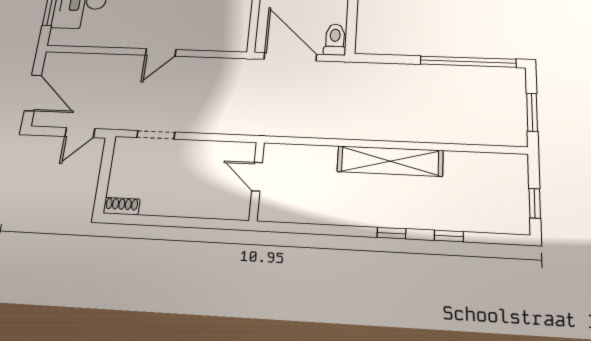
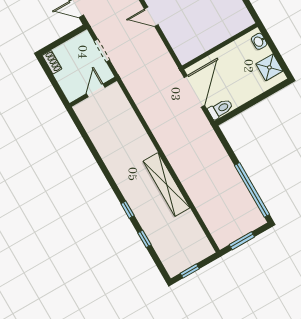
door: (257, 177) -> (96, 90), moved
wall: (257, 181) -> (93, 92), moved

